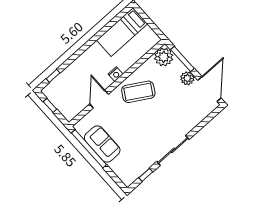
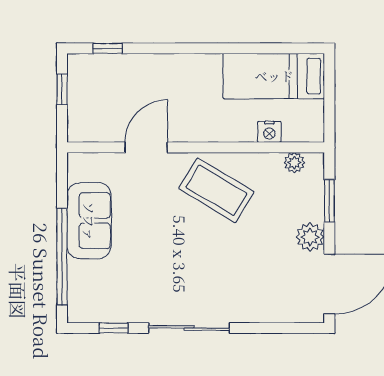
plant: (164, 57) -> (294, 163), width x0.53, depth x0.53
window: (182, 59) -> (329, 201), width x0.69
nightstand: (116, 74) -> (269, 132), moved
window: (89, 149) -> (62, 257), moved

